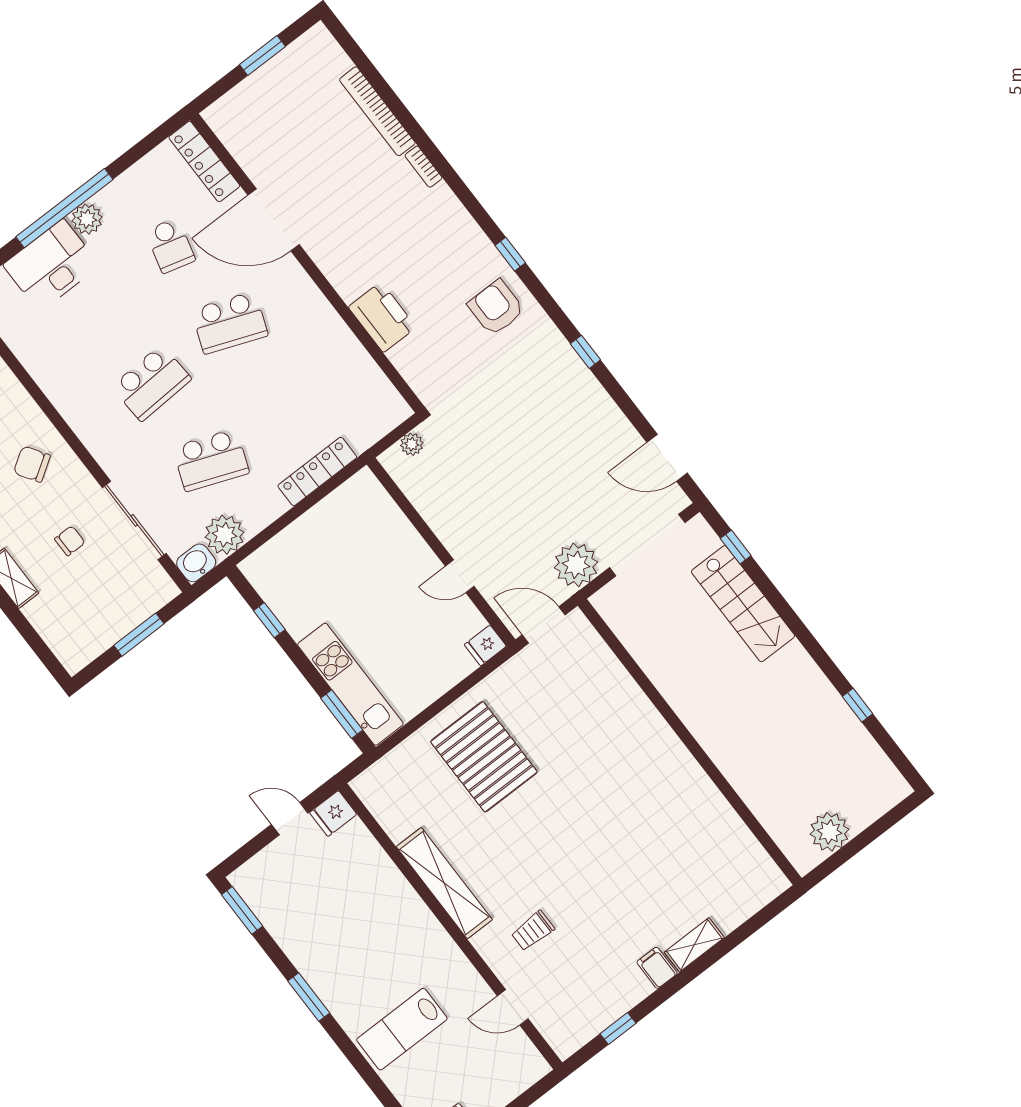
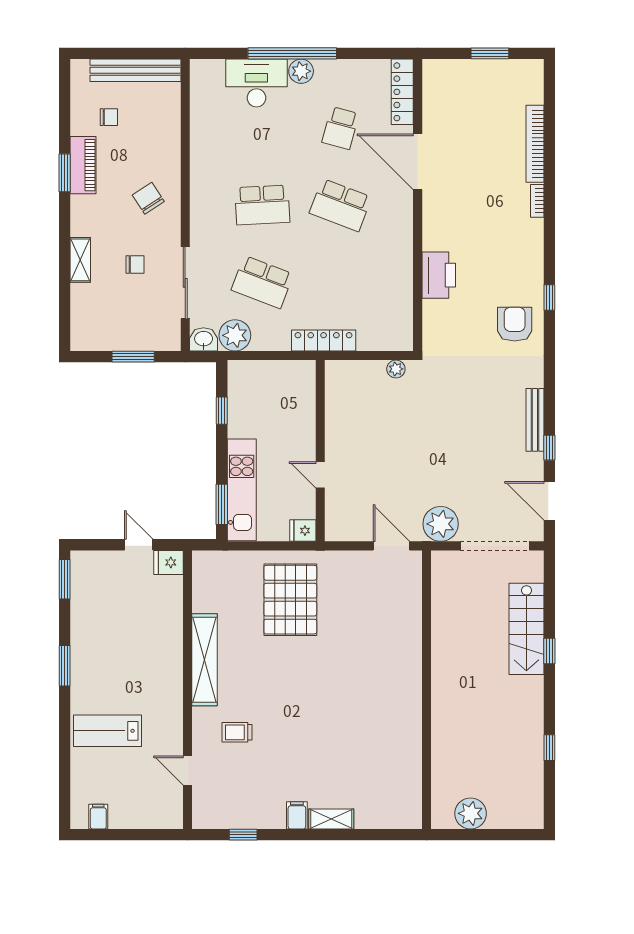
window: (585, 352) -> (549, 448), moved
bench: (590, 388) -> (535, 420), added
window: (736, 547) -> (549, 651), moved
wall: (441, 552) -> (320, 451), moved
door: (460, 576) -> (320, 475), moved
fridge: (485, 645) -> (303, 531), moved

